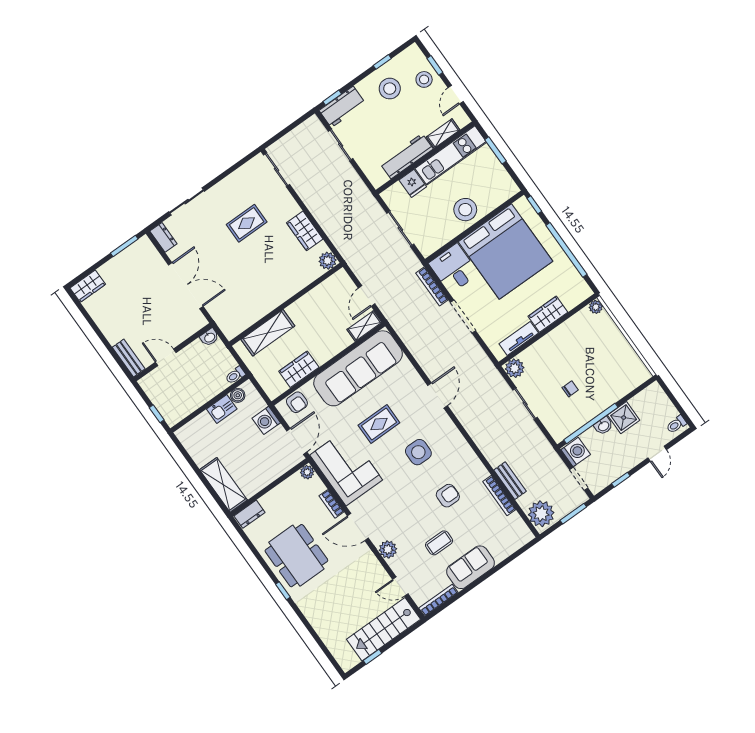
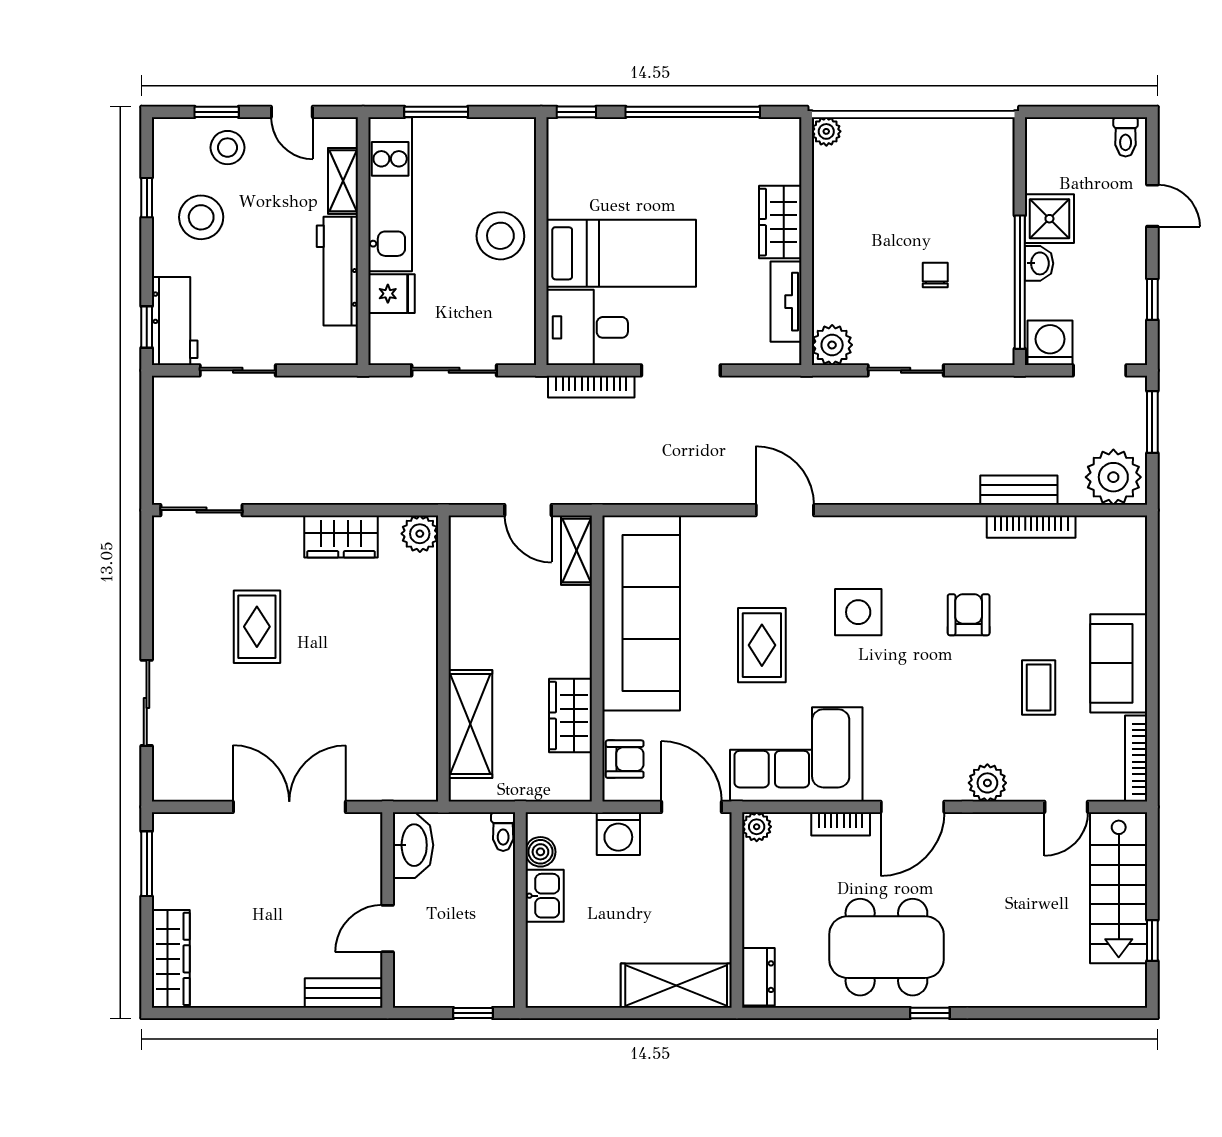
dresser: (163, 237) -> (180, 786), removed
bed: (505, 252) -> (621, 253), width x0.49
wardrobe: (88, 286) -> (171, 959), width x1.50
washbasin: (209, 337) -> (413, 845), width x1.91, depth x1.45

